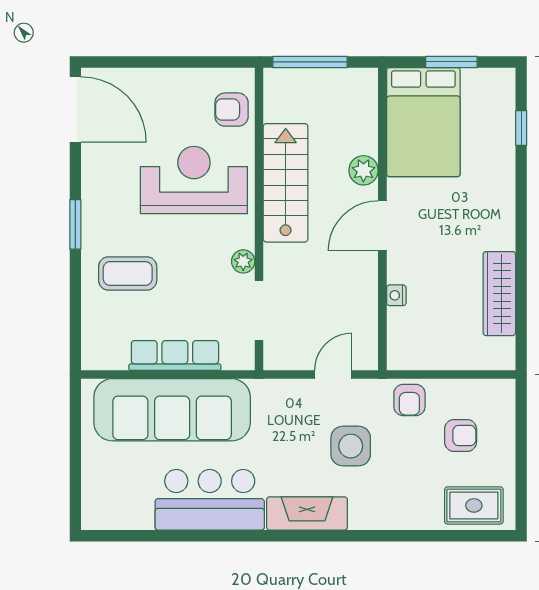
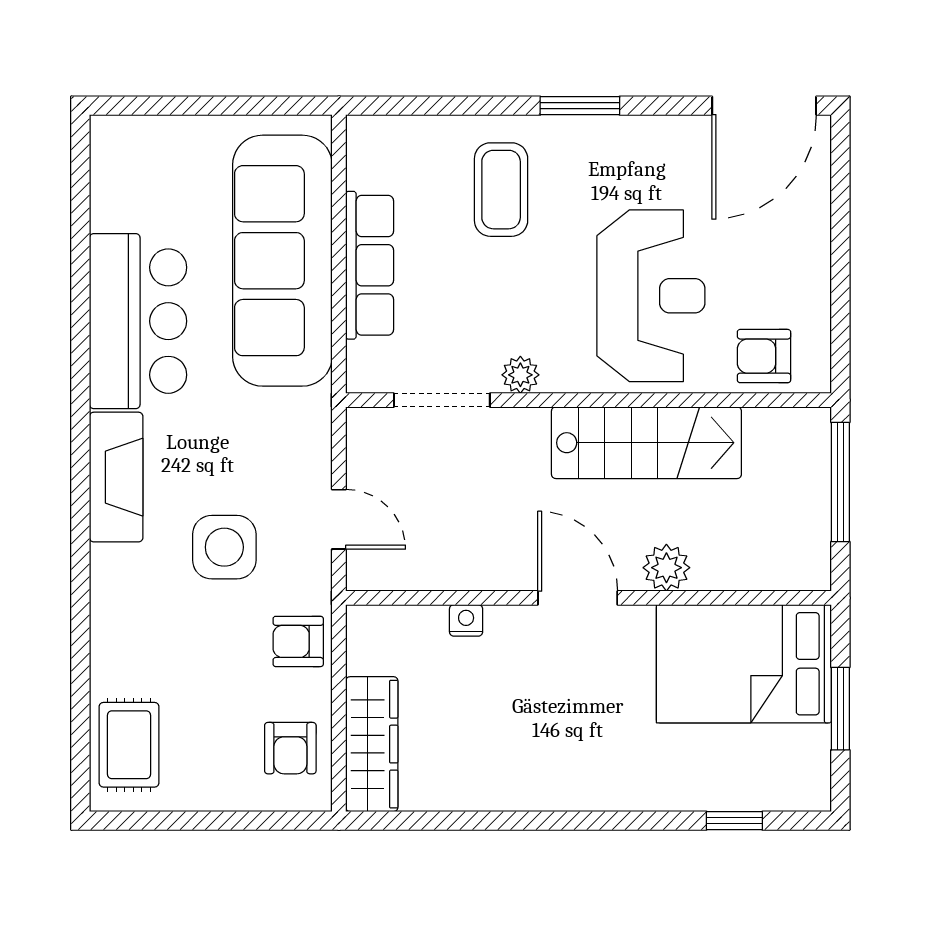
armchair: (232, 110) -> (764, 356), turned -90
wardrobe: (499, 294) -> (372, 744), moved, turned 90
armchair: (461, 436) -> (290, 748), moved

